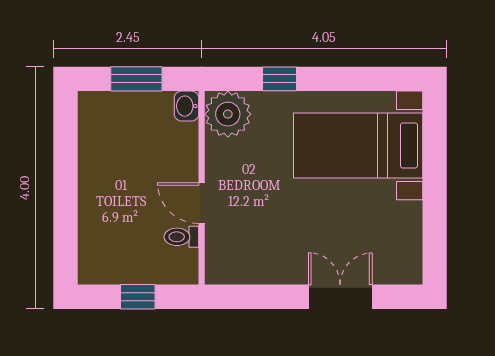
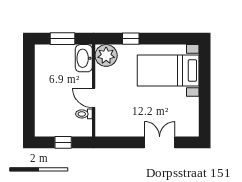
washbasin: (186, 106) -> (84, 58), width x1.91, depth x1.45

